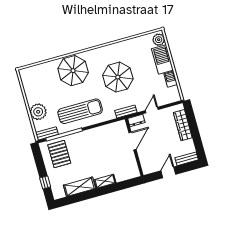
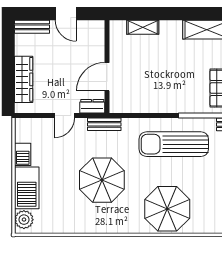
door: (168, 172) -> (66, 14), hinge flipped
shelving: (105, 181) -> (143, 27), moved

